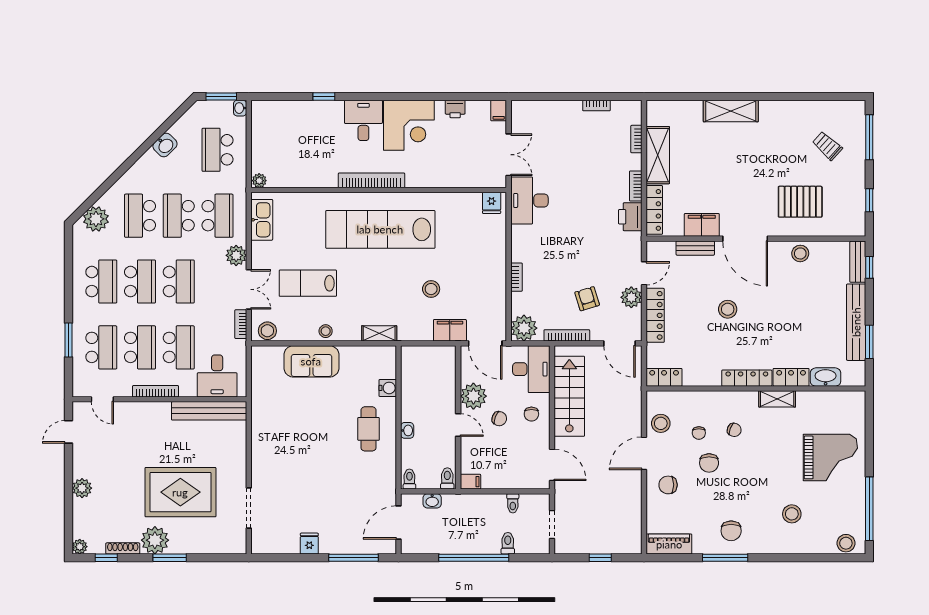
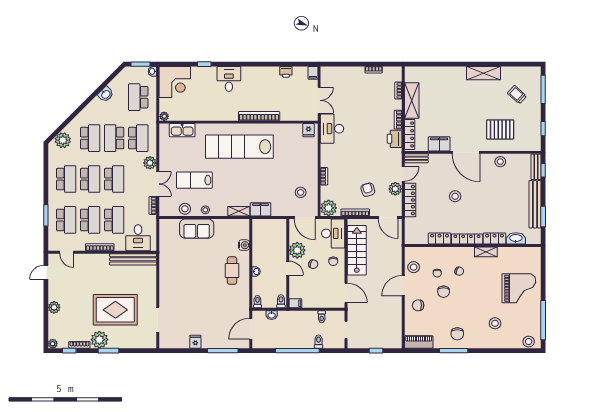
shelving: (731, 111) -> (483, 73), moved
corner desk: (409, 125) -> (175, 82), moved
bookcase: (371, 180) -> (259, 116), moved
school desk: (140, 216) -> (90, 138), turned 180
kitchen sink: (262, 220) -> (182, 130), moved, turned 90
bench: (695, 248) -> (416, 158), moved
stool: (431, 289) -> (301, 192), moved
filing cabinet: (450, 330) -> (261, 209), moved
stool: (267, 331) -> (185, 209), moved
locker: (664, 377) -> (440, 238), moved

